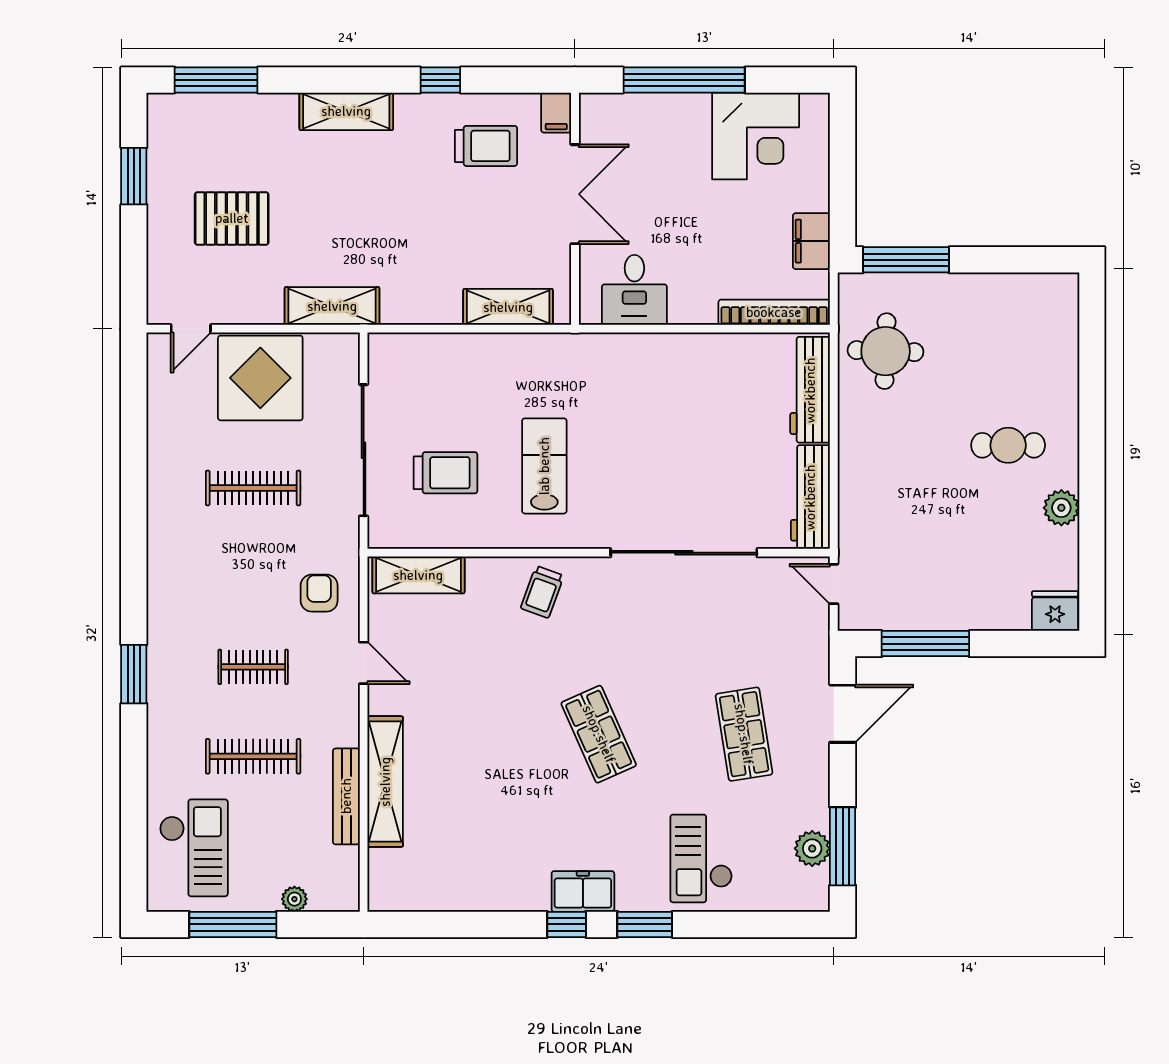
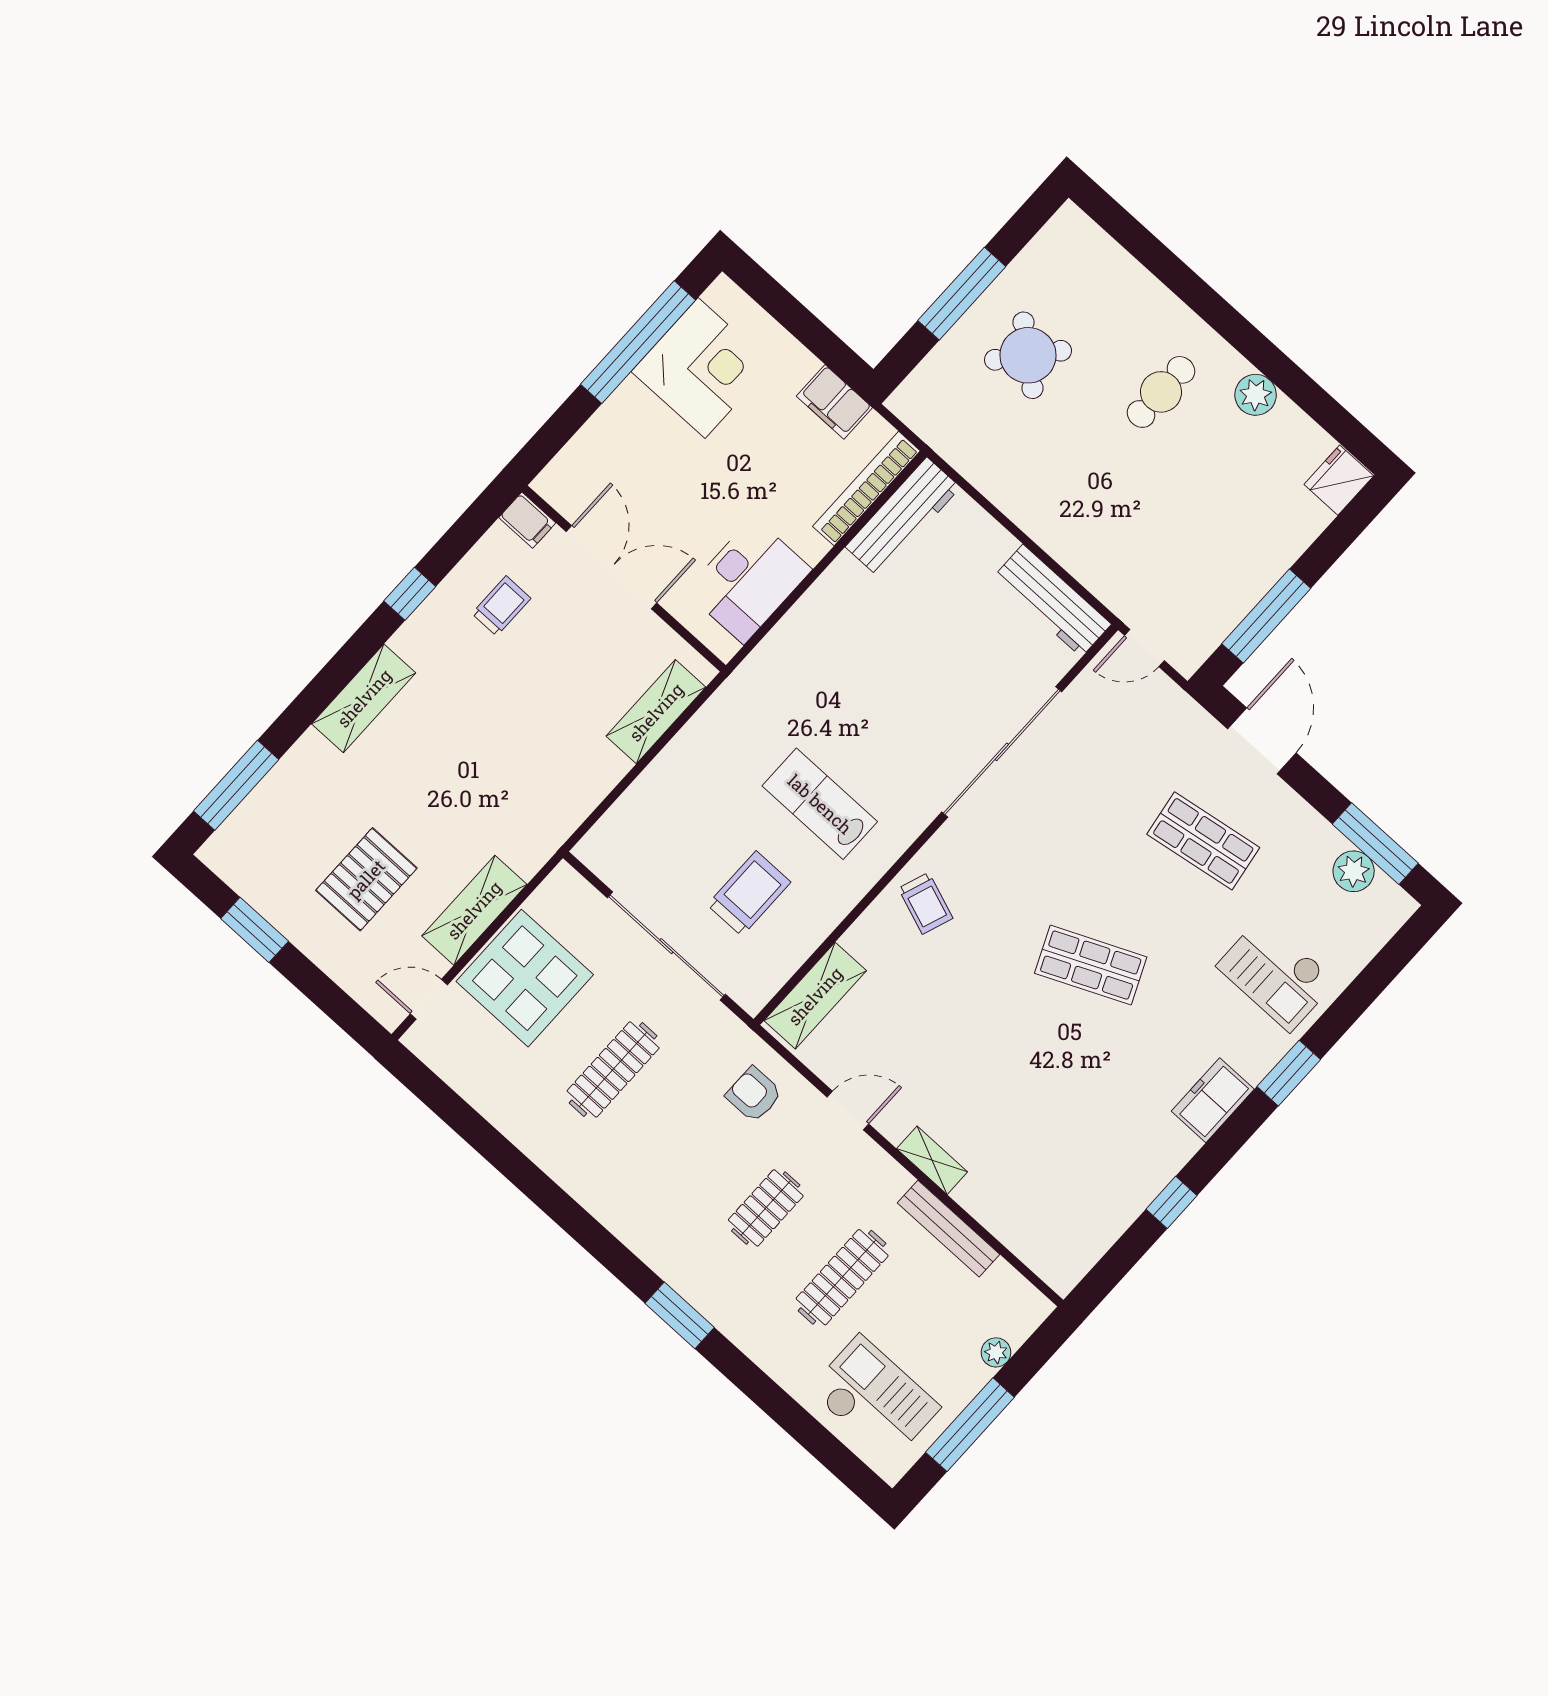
window: (684, 80) -> (638, 342), moved
trolley: (486, 146) -> (501, 606), width x0.73, depth x0.72
window: (906, 260) -> (962, 294), moved
desk: (634, 290) -> (748, 580), width x1.37
shelving: (332, 306) -> (474, 910), moved
door: (191, 329) -> (429, 999), swing flipped
round table: (886, 351) -> (1028, 355), moved, turned 38
workbench: (810, 390) -> (903, 517), moved, turned -90
shelving: (385, 782) -> (932, 1160), width x0.45, depth x0.75
window: (567, 924) -> (1172, 1202), moved

